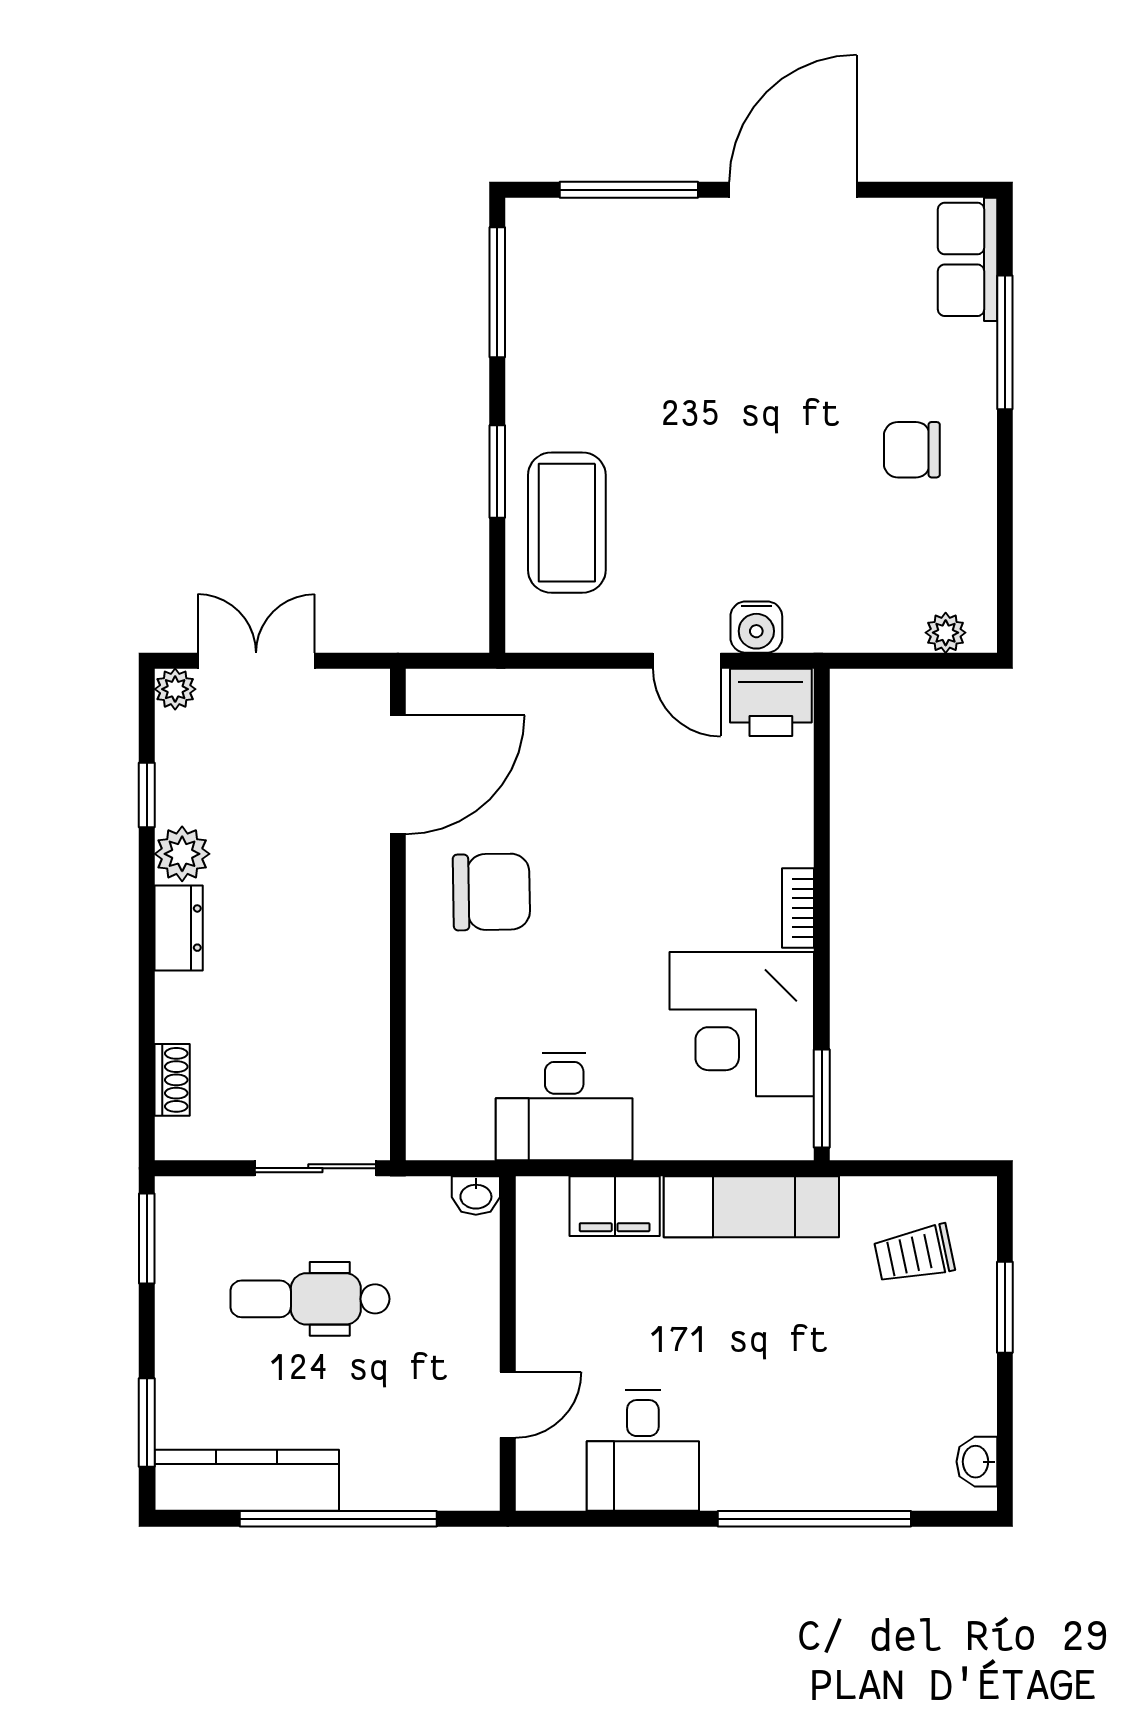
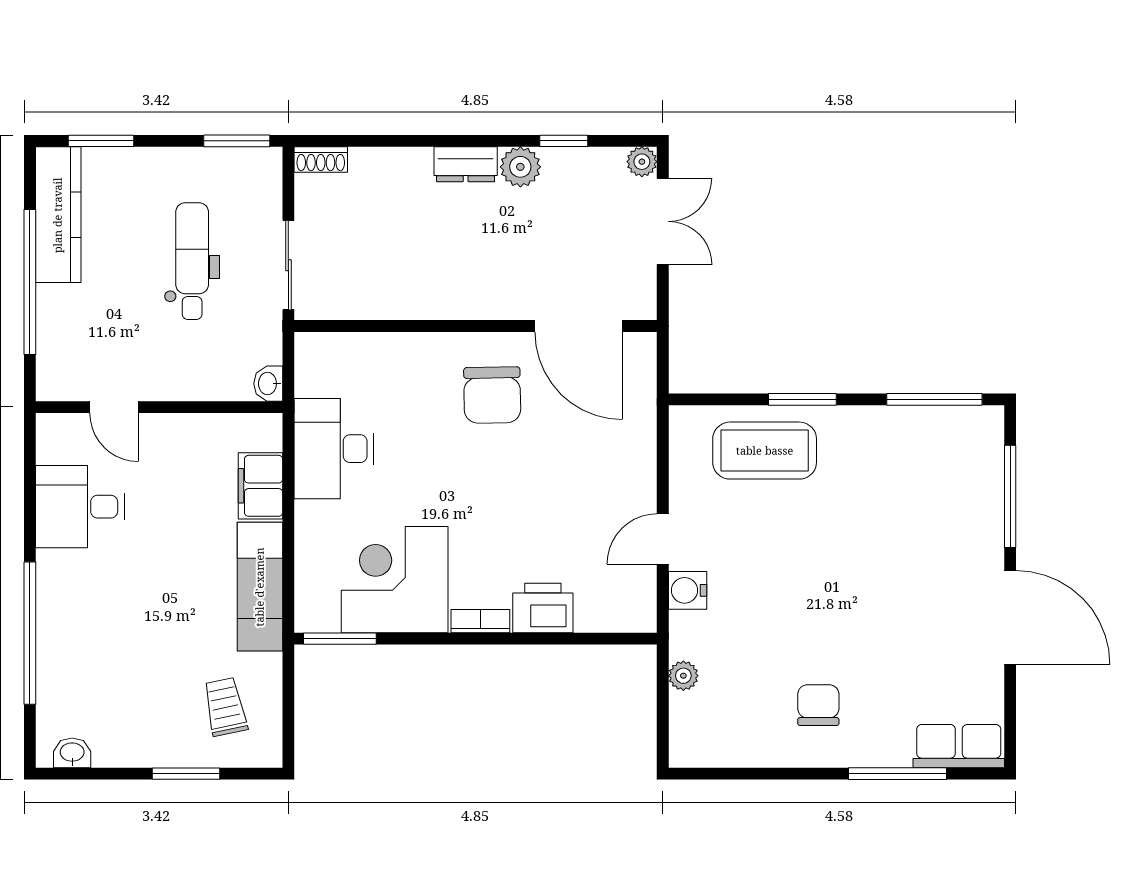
plant: (946, 633) -> (683, 676), moved
printer: (771, 702) -> (543, 608), moved, turned 90
shoe rack: (172, 1080) -> (321, 159), moved

